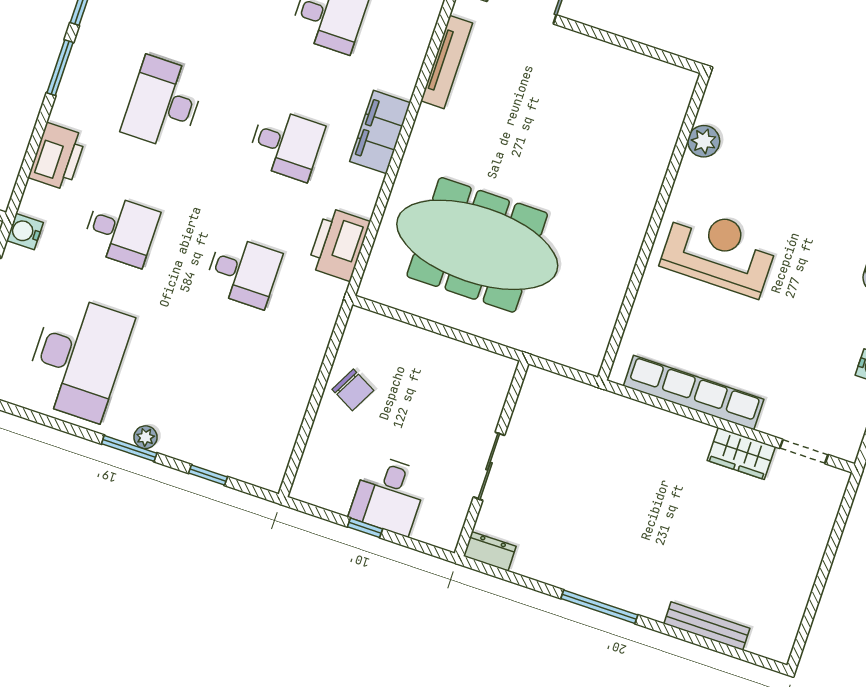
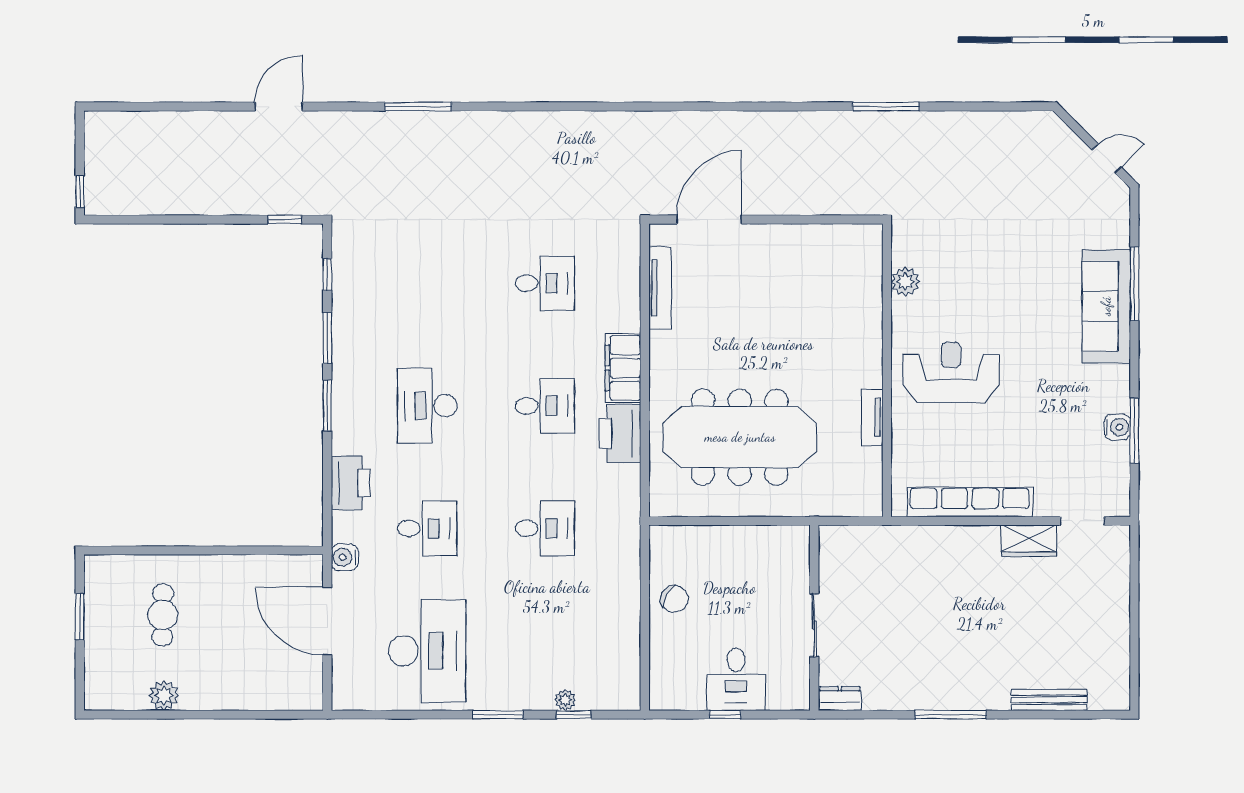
printer: (339, 244) -> (620, 433), moved
tv unit: (622, 271) -> (872, 417), added
plant: (145, 437) -> (565, 700), moved

